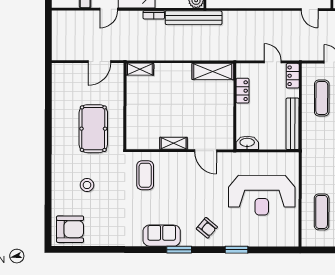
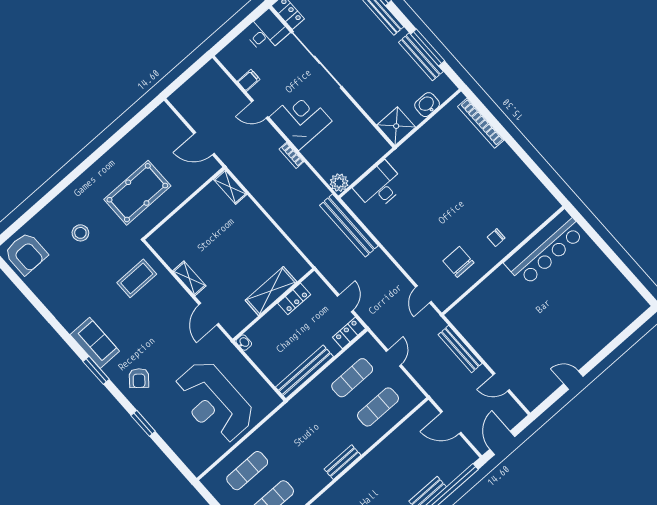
bench: (194, 18) -> (349, 226), moved
shelving: (213, 71) -> (271, 291), moved, turned 90
washbasin: (247, 143) -> (244, 343), width x0.52, depth x0.69

